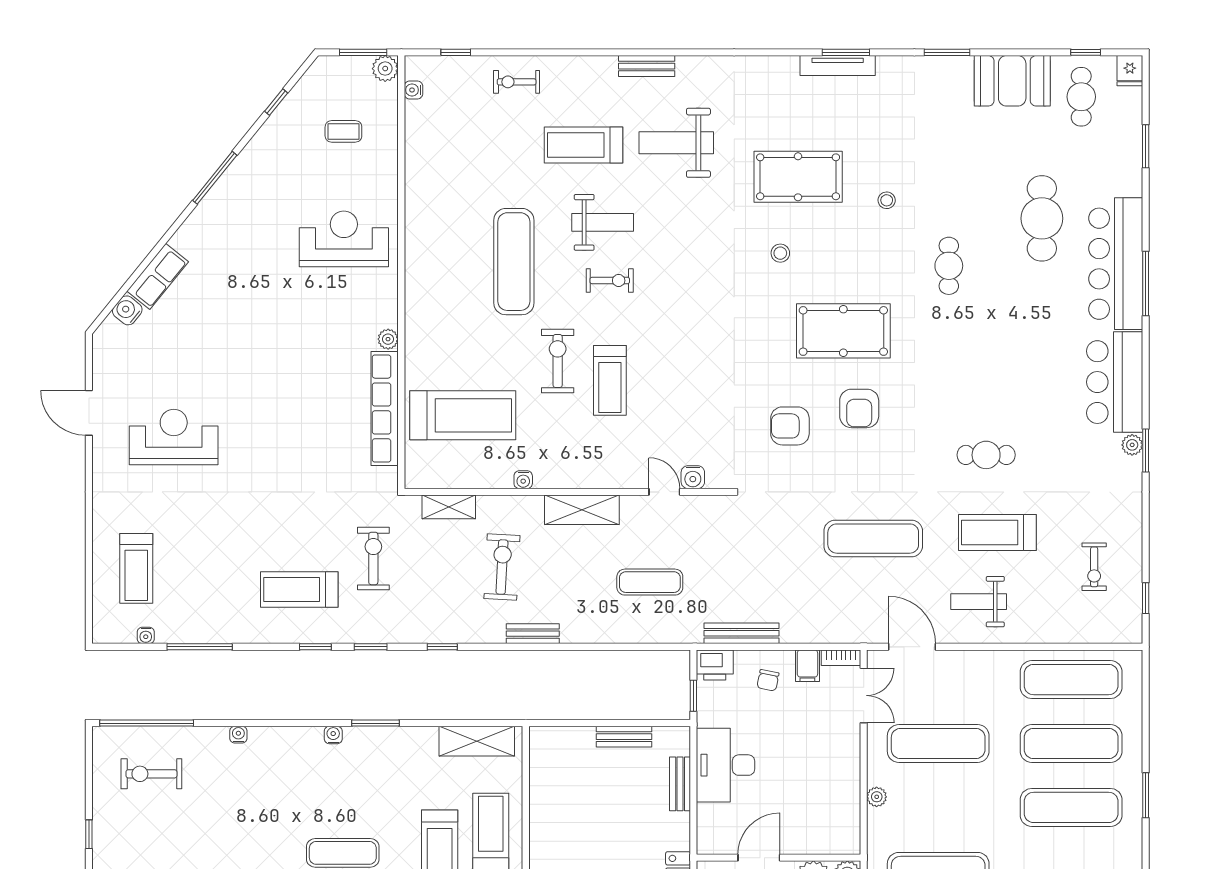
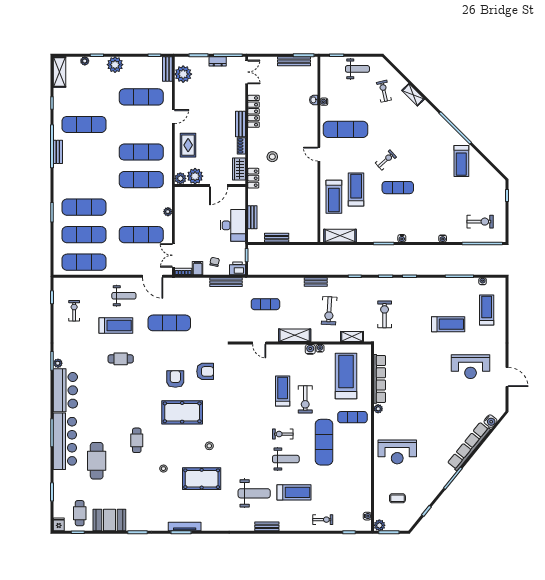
weight bench: (603, 222) -> (286, 459), turned 180
row of seats: (158, 276) -> (469, 446), width x2.02
exercise mat: (448, 320) -> (352, 417), added
treadmill: (463, 415) -> (346, 376), turned 90
water cooler: (693, 477) -> (310, 349), moved
exercise bike: (373, 558) -> (385, 314), turned 180
treadmill: (299, 590) -> (448, 324), moved

